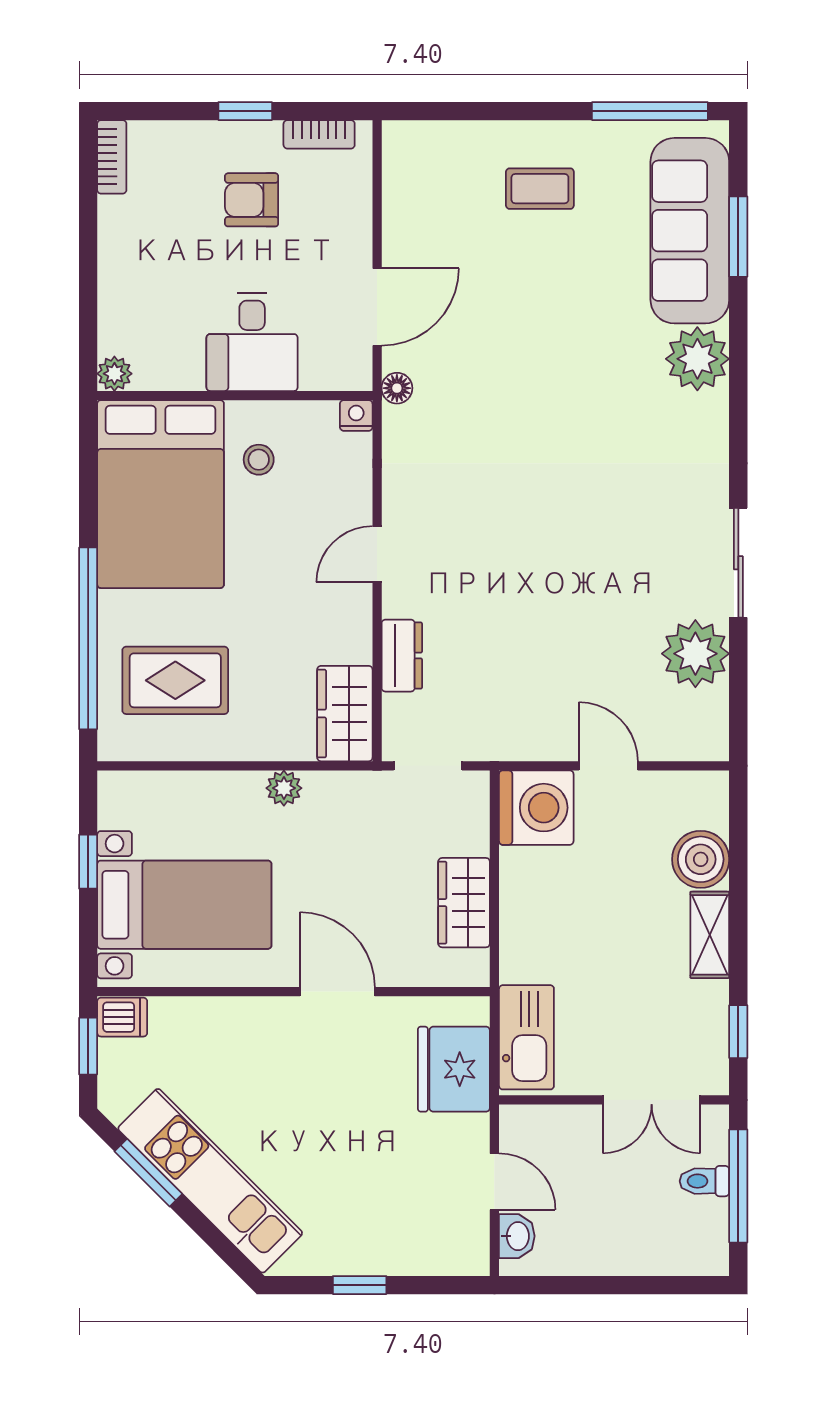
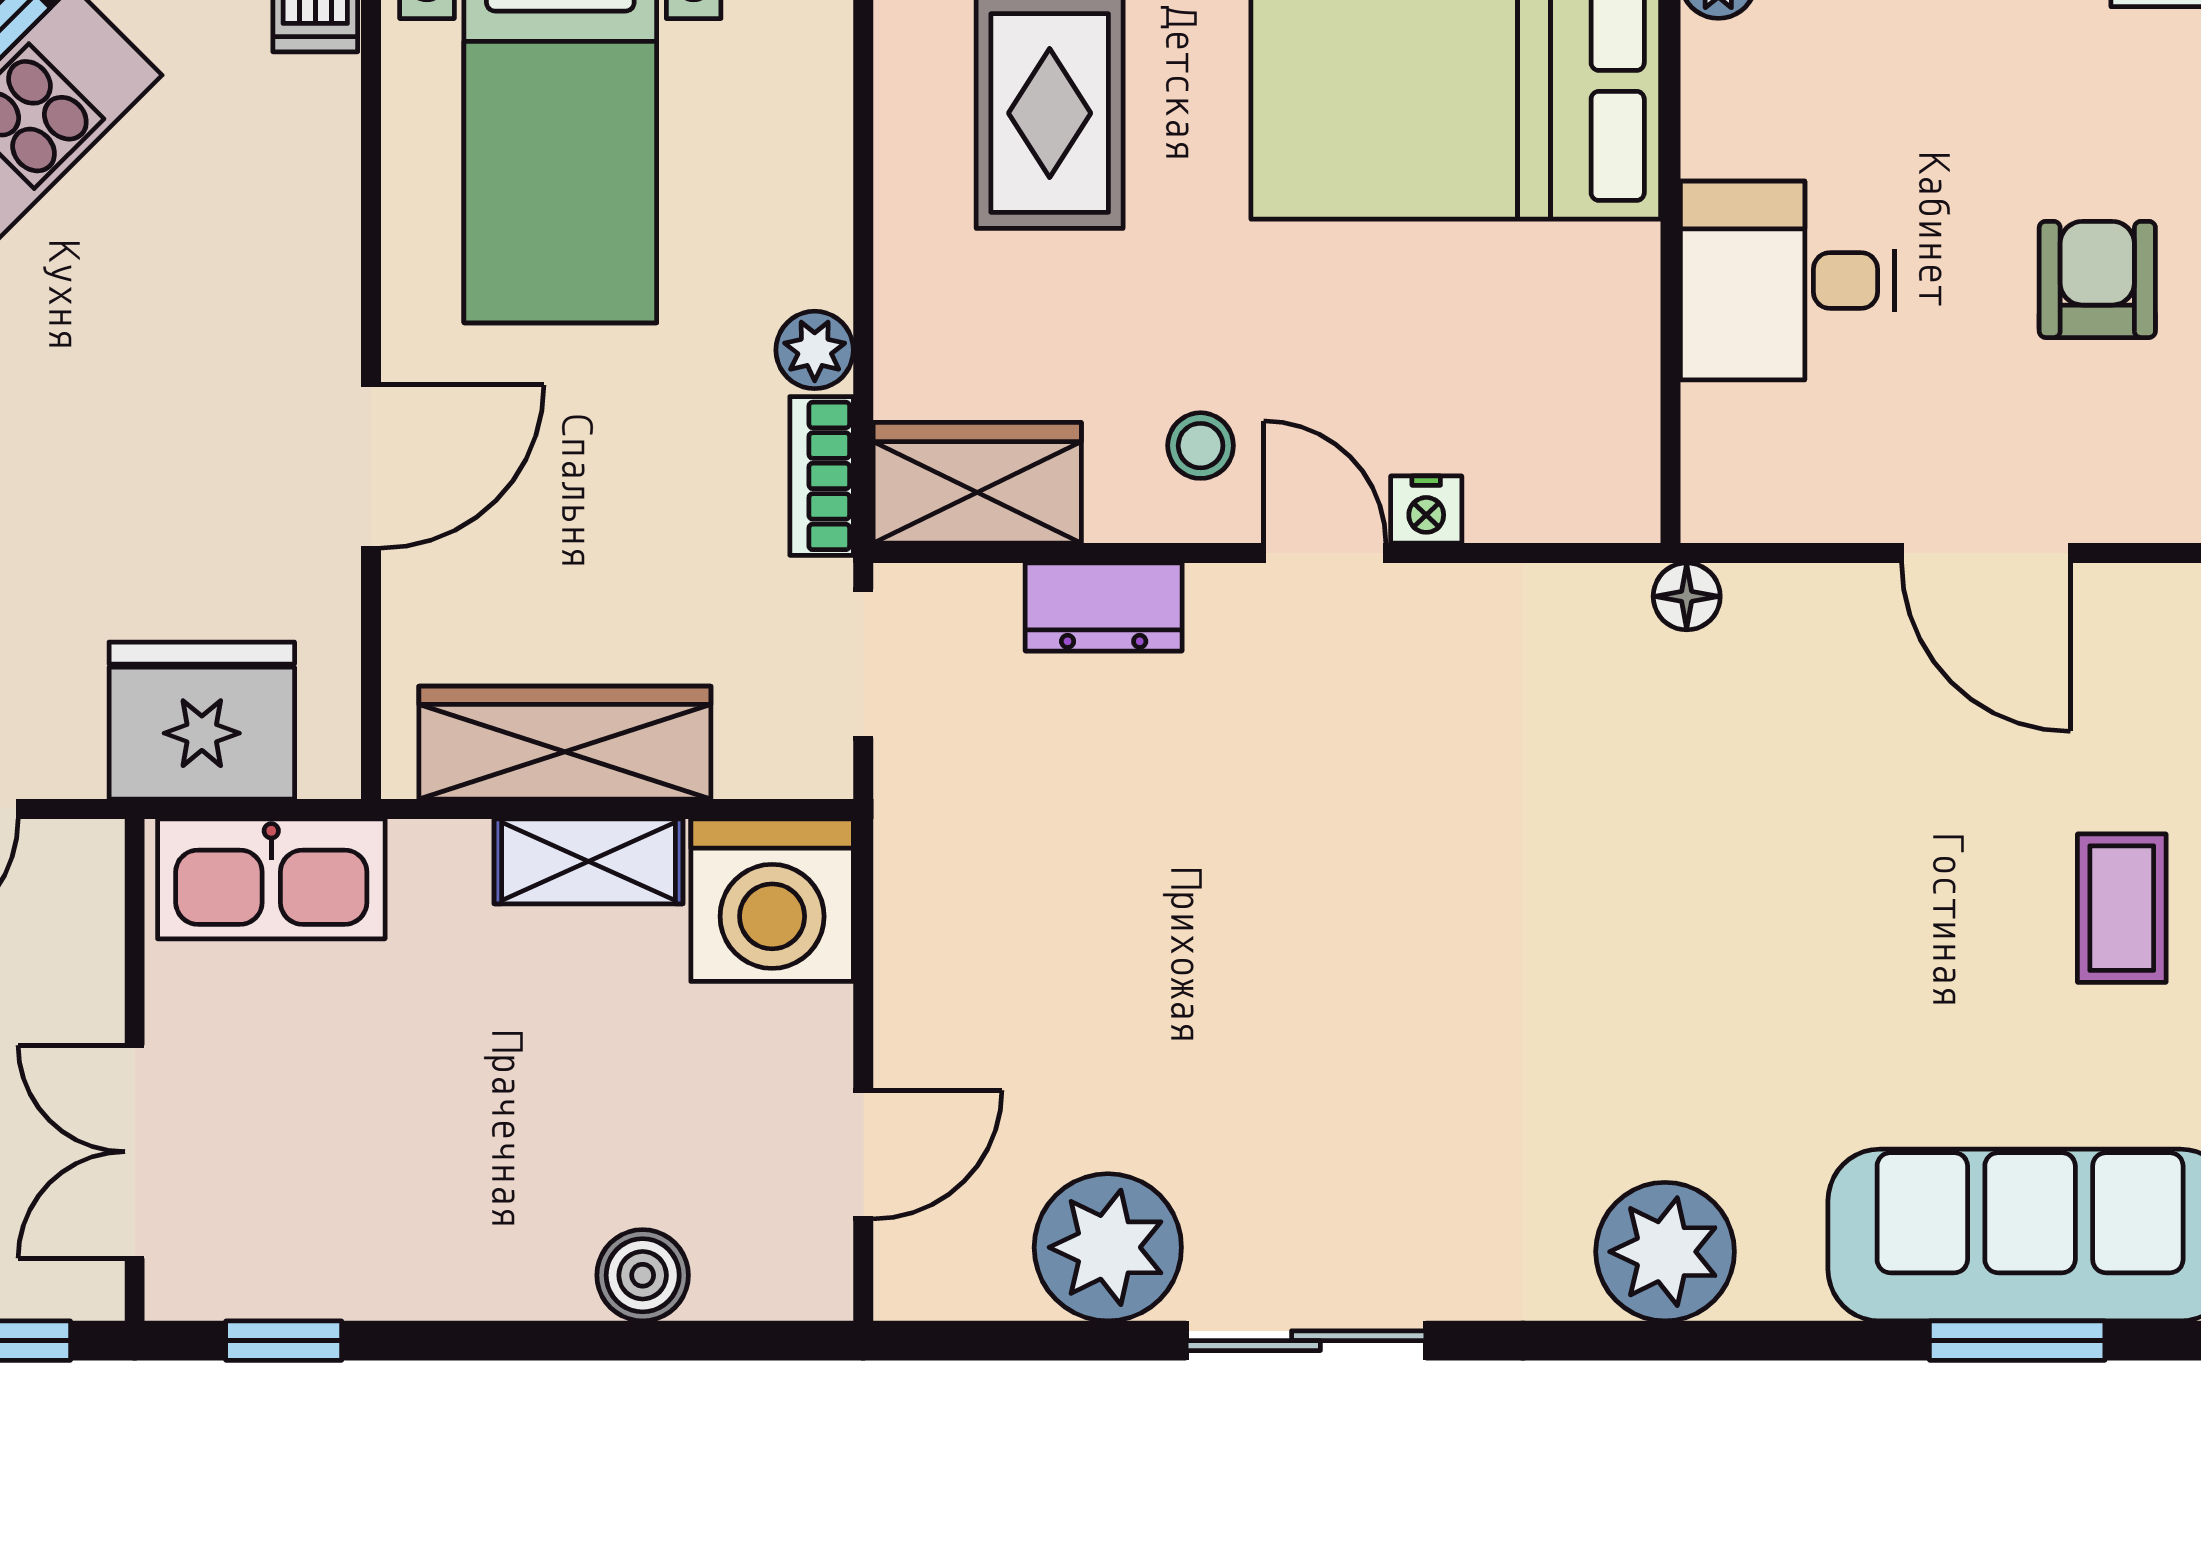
door: (377, 307) -> (1986, 553), moved
plant: (697, 359) -> (1665, 1252), moved
nightstand: (356, 415) -> (1426, 510), moved, turned 90
stool: (259, 460) -> (1201, 446), moved
door: (608, 766) -> (863, 1154), moved
bookcase: (342, 785) -> (822, 476), added
boiler: (701, 859) -> (643, 1275), width x0.73, depth x0.73
wardrobe: (464, 903) -> (565, 743), width x1.50
shelving: (710, 935) -> (589, 861), moved

